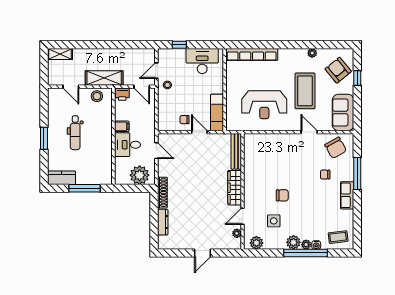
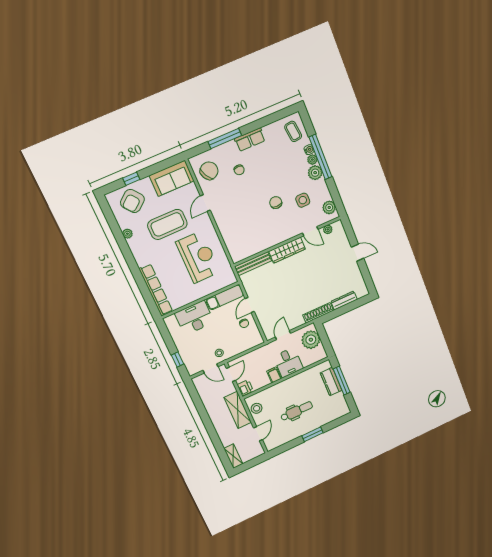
desk: (202, 61) -> (194, 318), moved, turned 90
kitchen counter: (62, 178) -> (331, 382), moved

